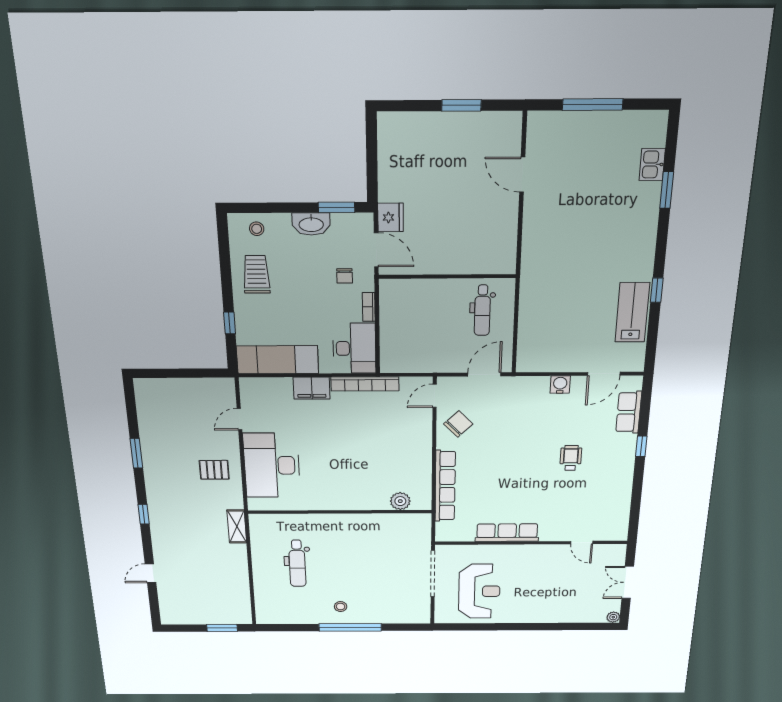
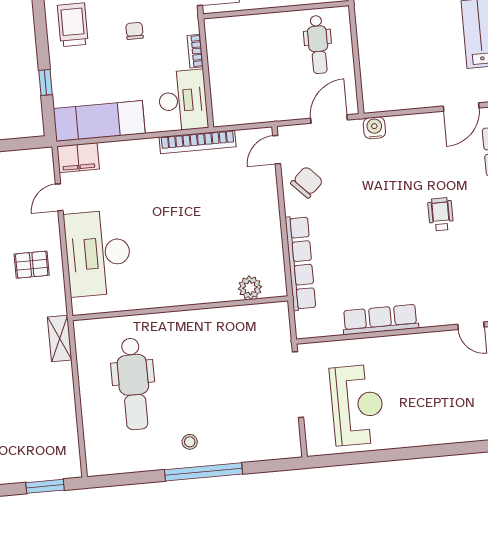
chair: (345, 276) -> (134, 31), moved, turned 180
water cooler: (560, 385) -> (374, 128), moved
filing cabinet: (312, 388) -> (78, 158), moved
dental chair: (297, 563) -> (134, 384), width x1.36, depth x1.38

